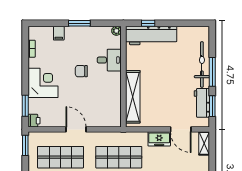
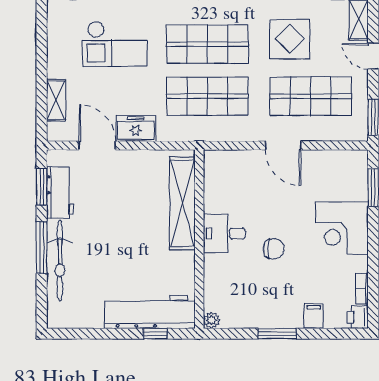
desk: (109, 60) -> (224, 233), moved
printer: (34, 121) -> (358, 317), moved
shelving: (204, 143) -> (56, 100), moved

